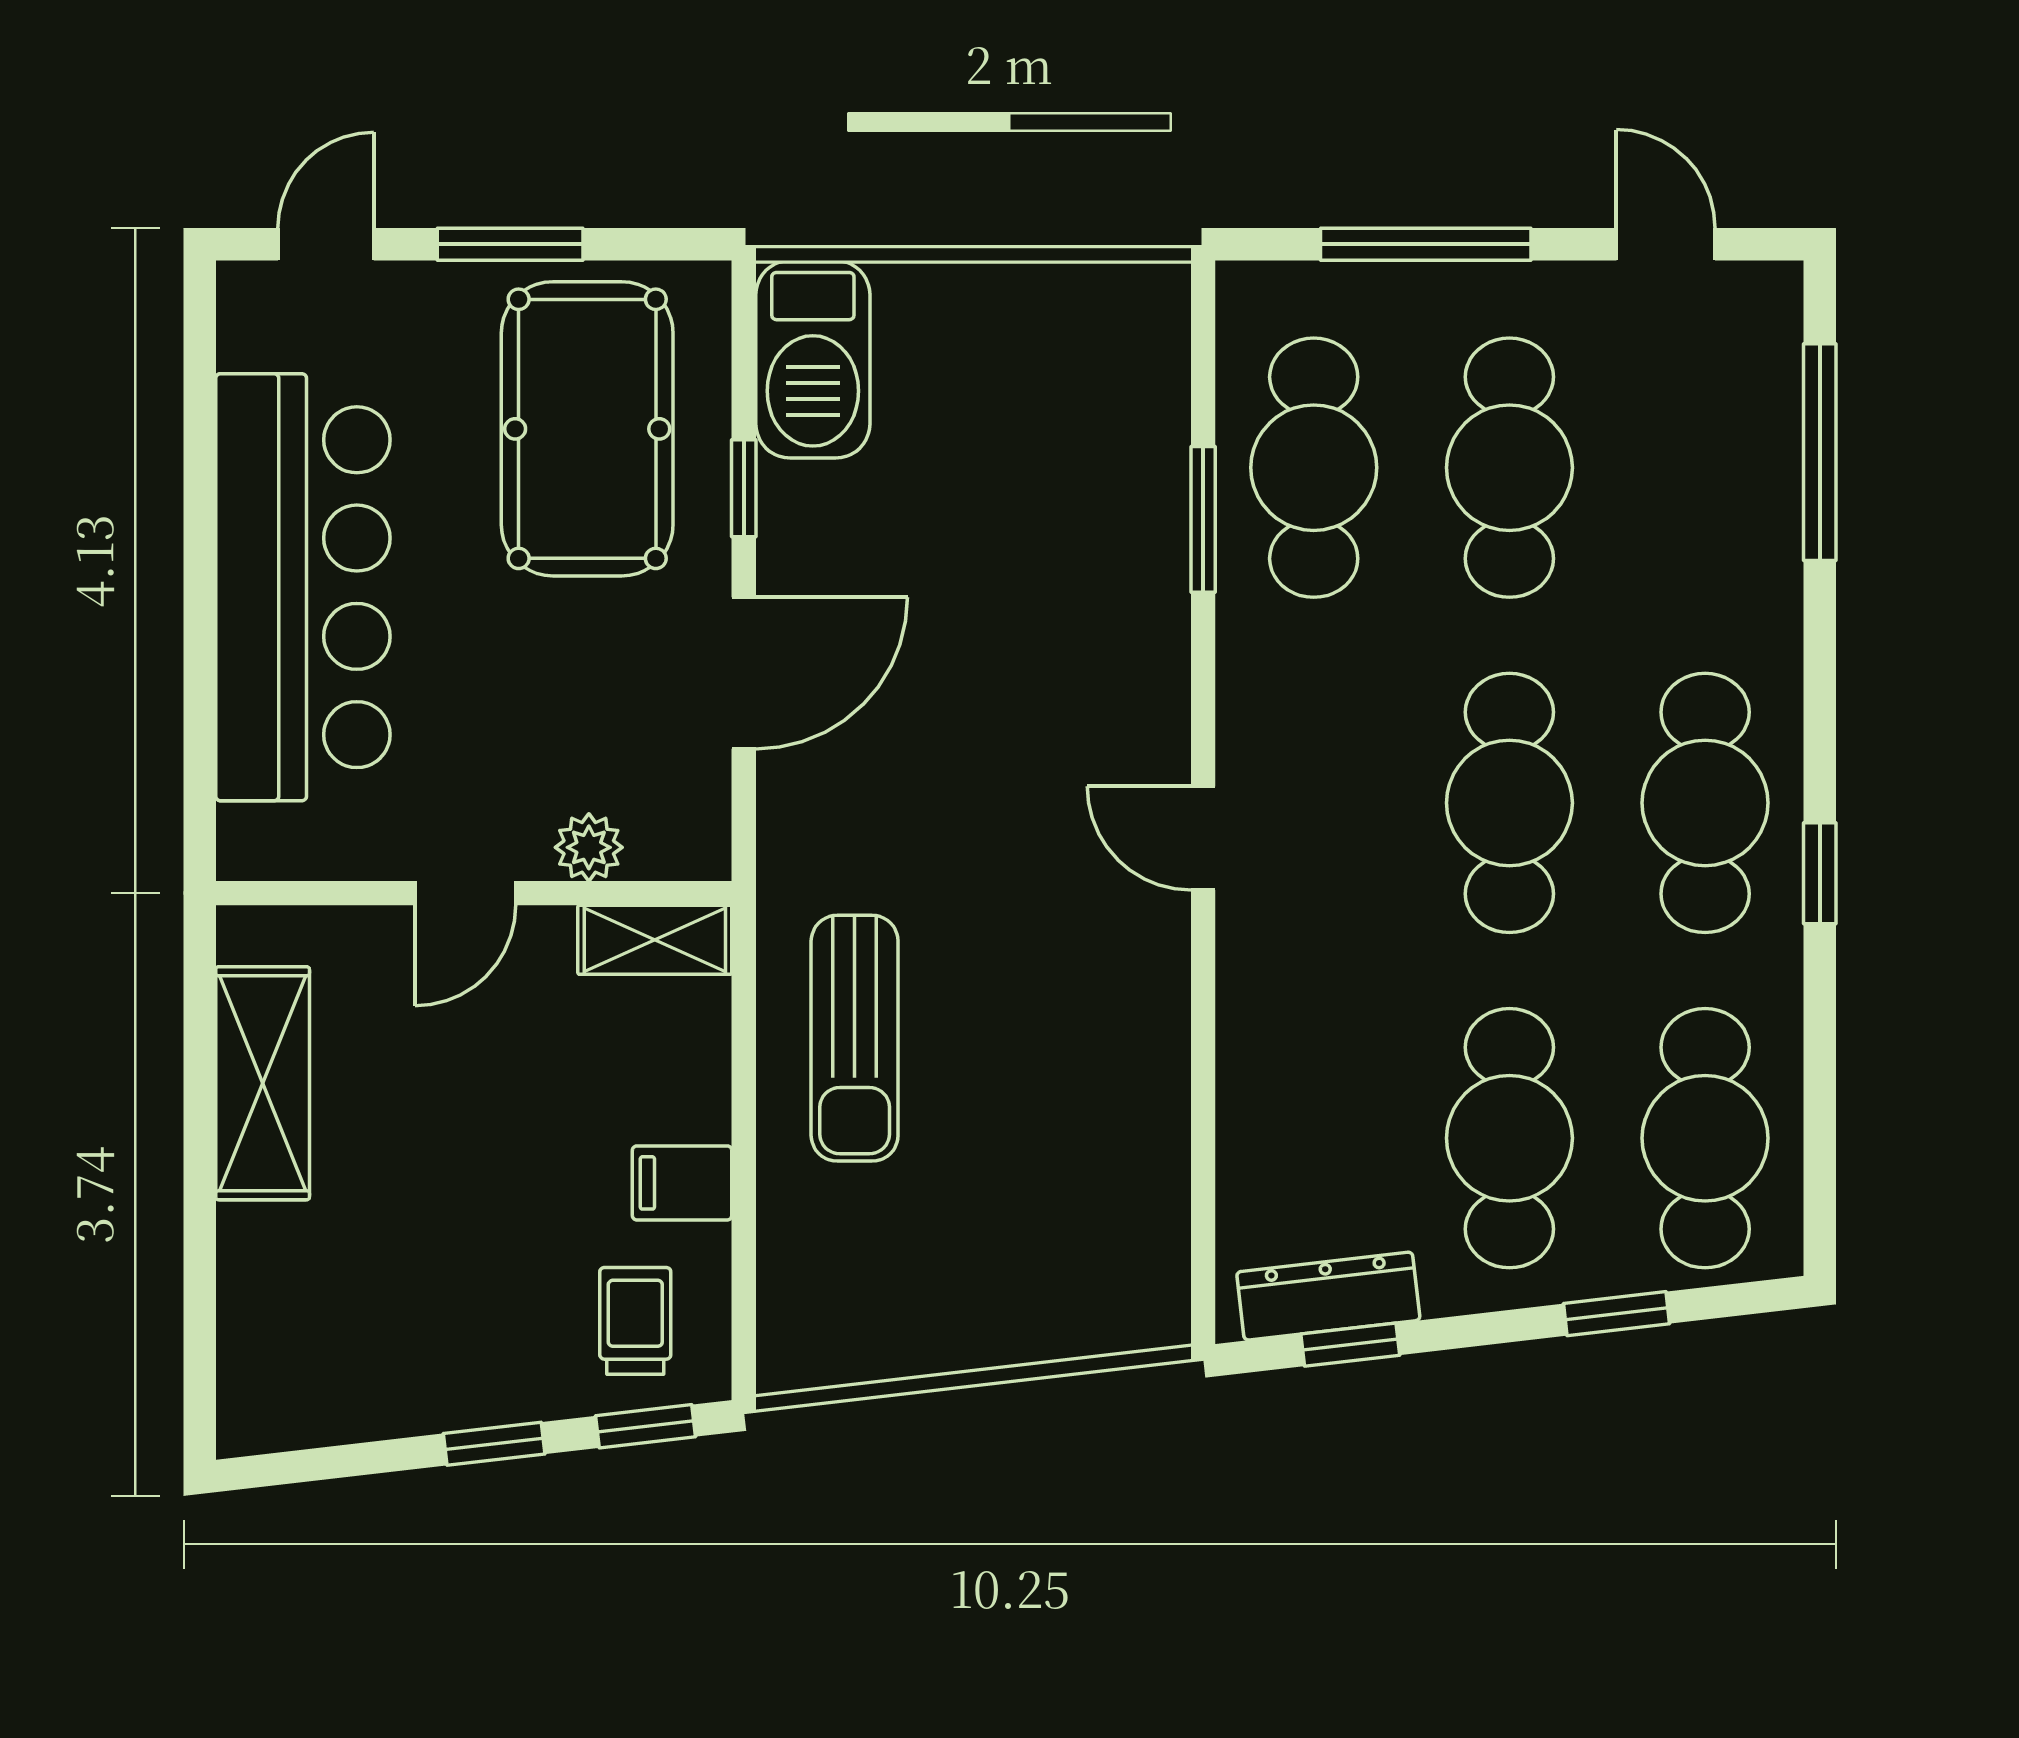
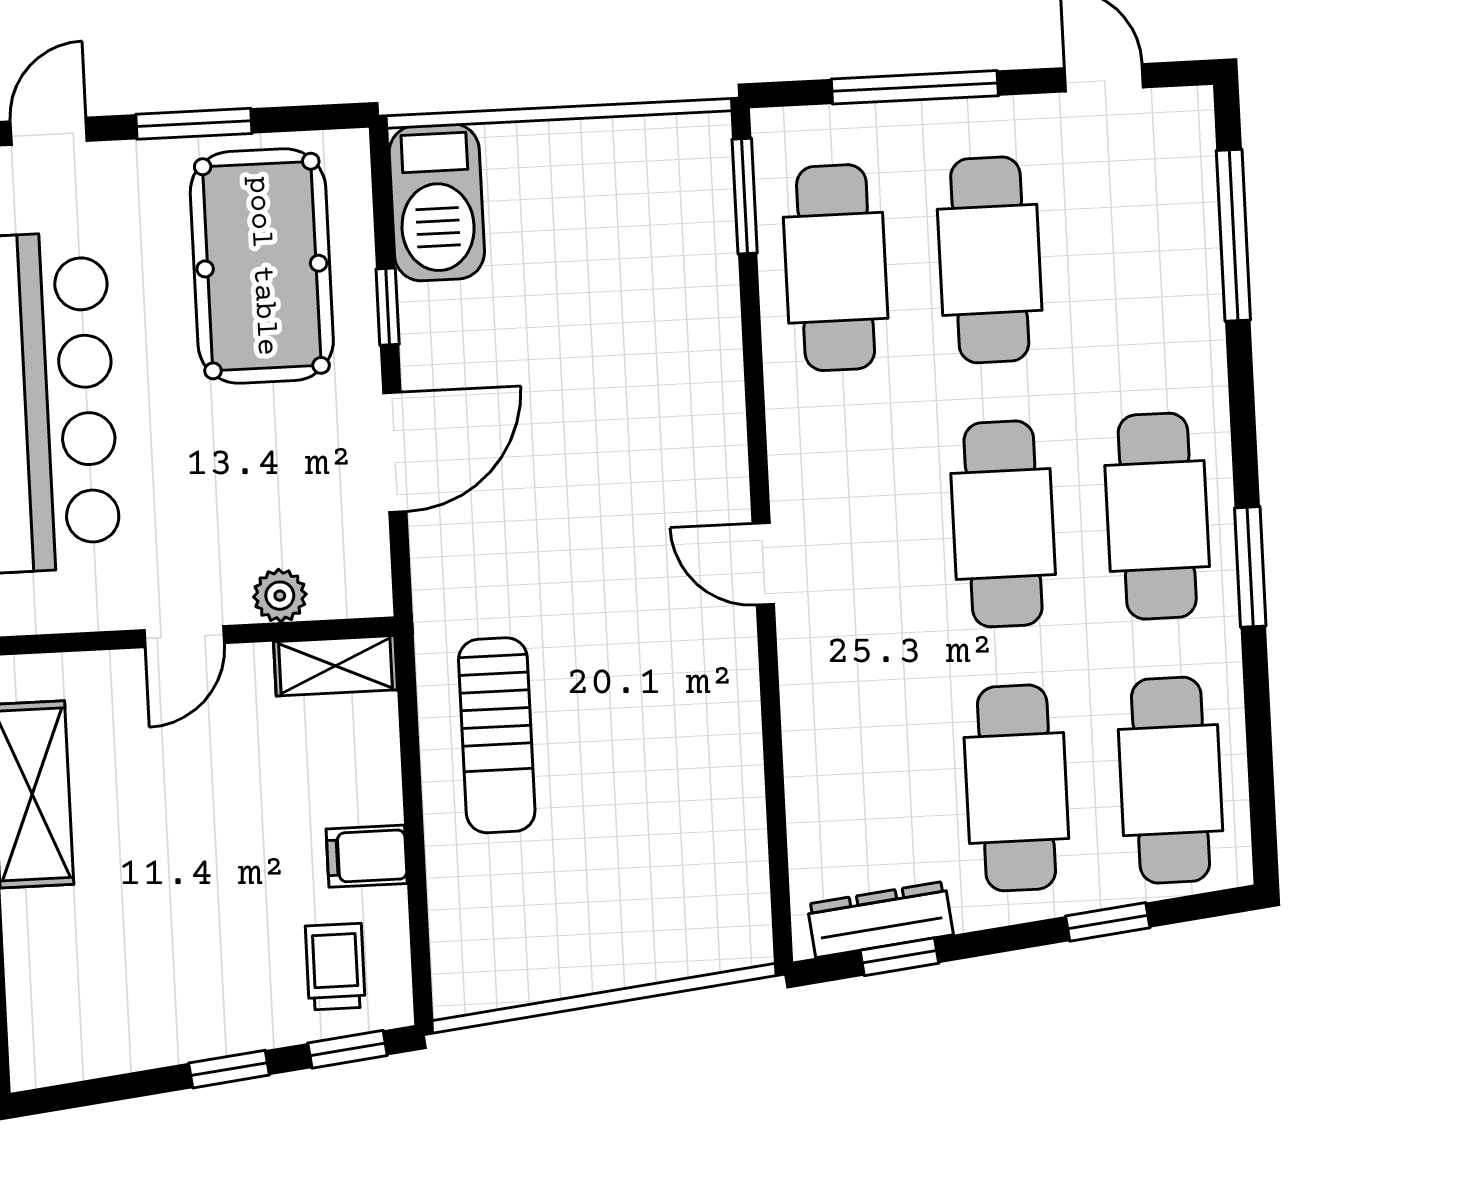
window: (1203, 519) -> (745, 196), moved
window: (1820, 873) -> (1250, 567), width x1.50

